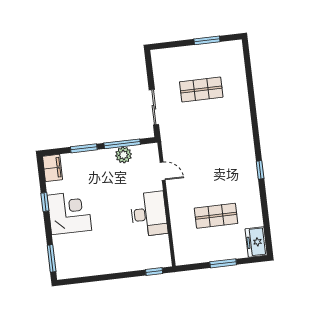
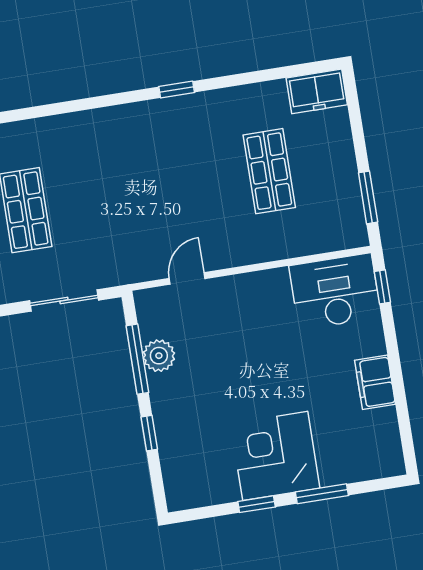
window: (84, 148) -> (149, 433), width x0.67
filing cabinet: (53, 168) -> (375, 382), moved, turned -90
desk: (149, 214) -> (335, 291), moved
window: (52, 258) -> (322, 494), moved
window: (223, 263) -> (368, 197), moved

